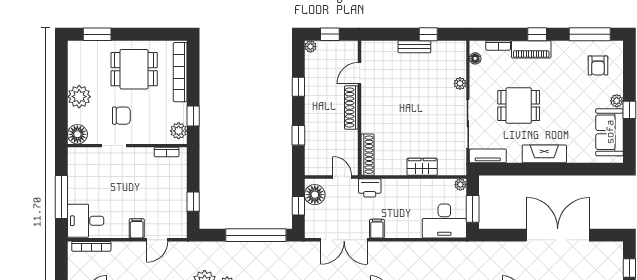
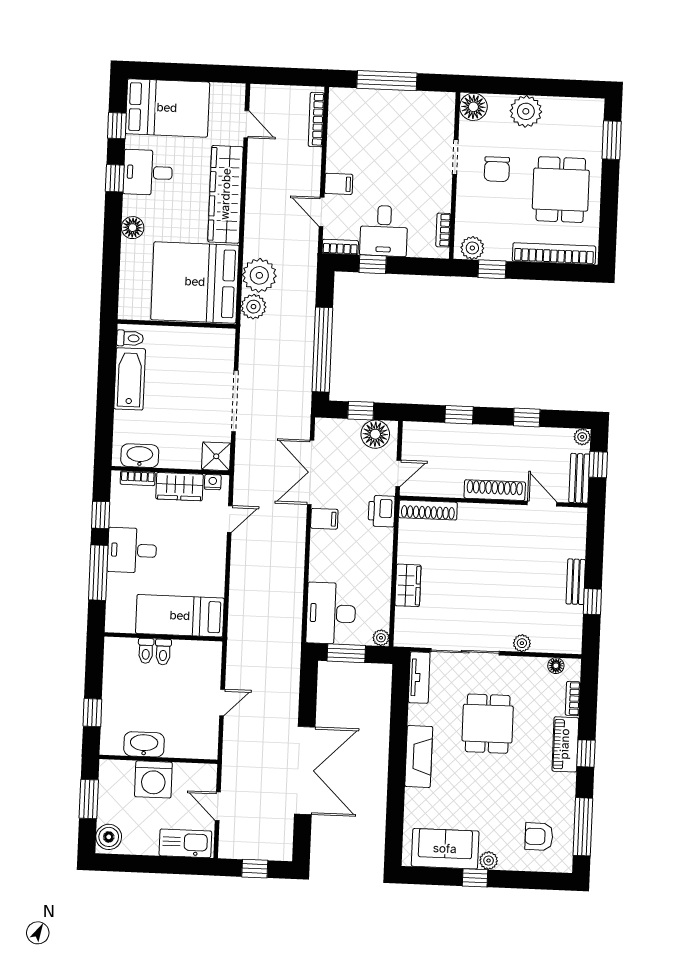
bench: (340, 47) -> (579, 478), added
desk: (86, 221) -> (384, 231), moved, turned 180
bookcase: (182, 225) -> (340, 247), added

